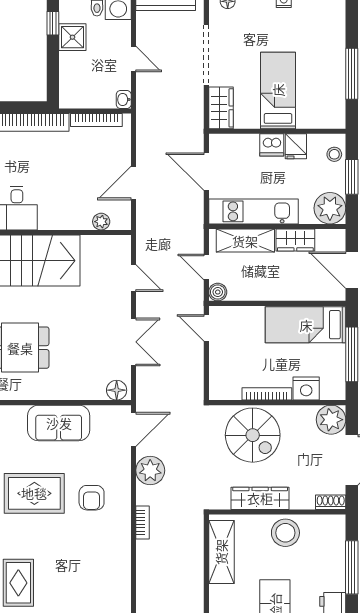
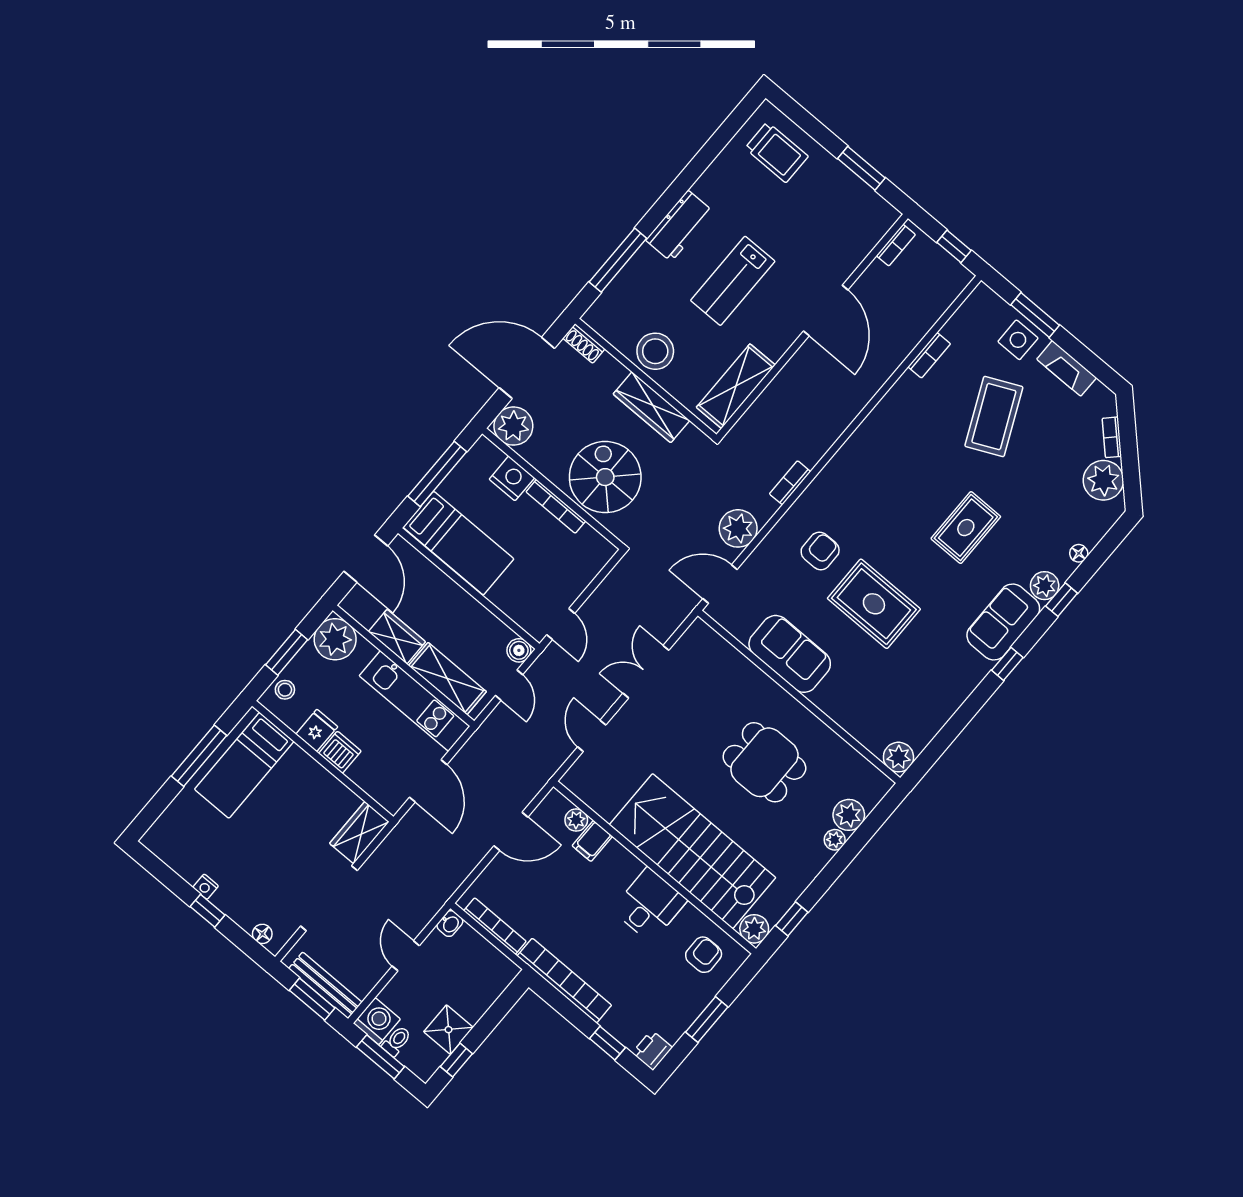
bed: (278, 90) -> (244, 765), moved
filing cabinet: (82, 217) -> (592, 841), added
floor lamp: (117, 390) -> (704, 638), removed

